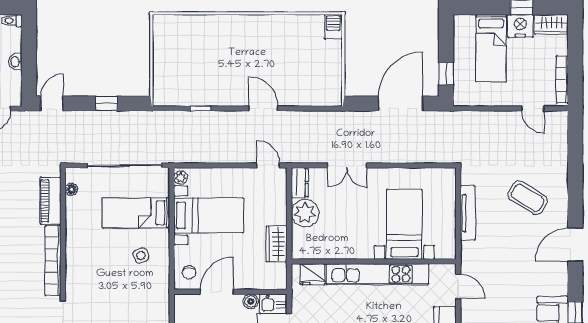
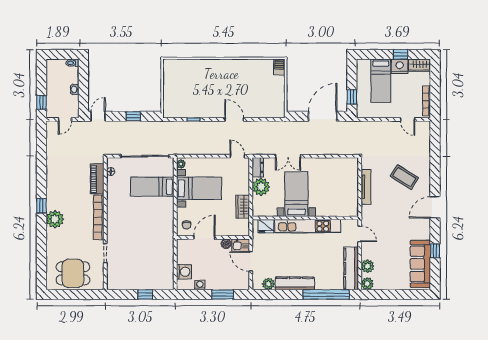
bed with nightstands: (404, 224) -> (296, 194), moved
side table: (141, 255) -> (155, 214), removed

